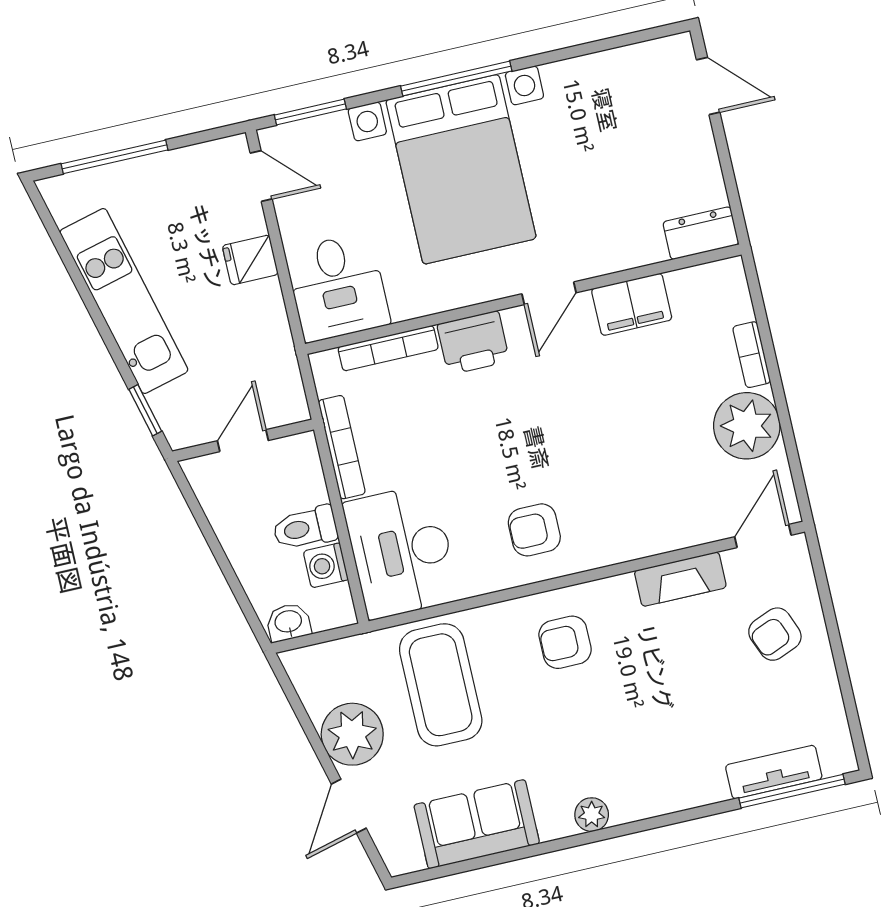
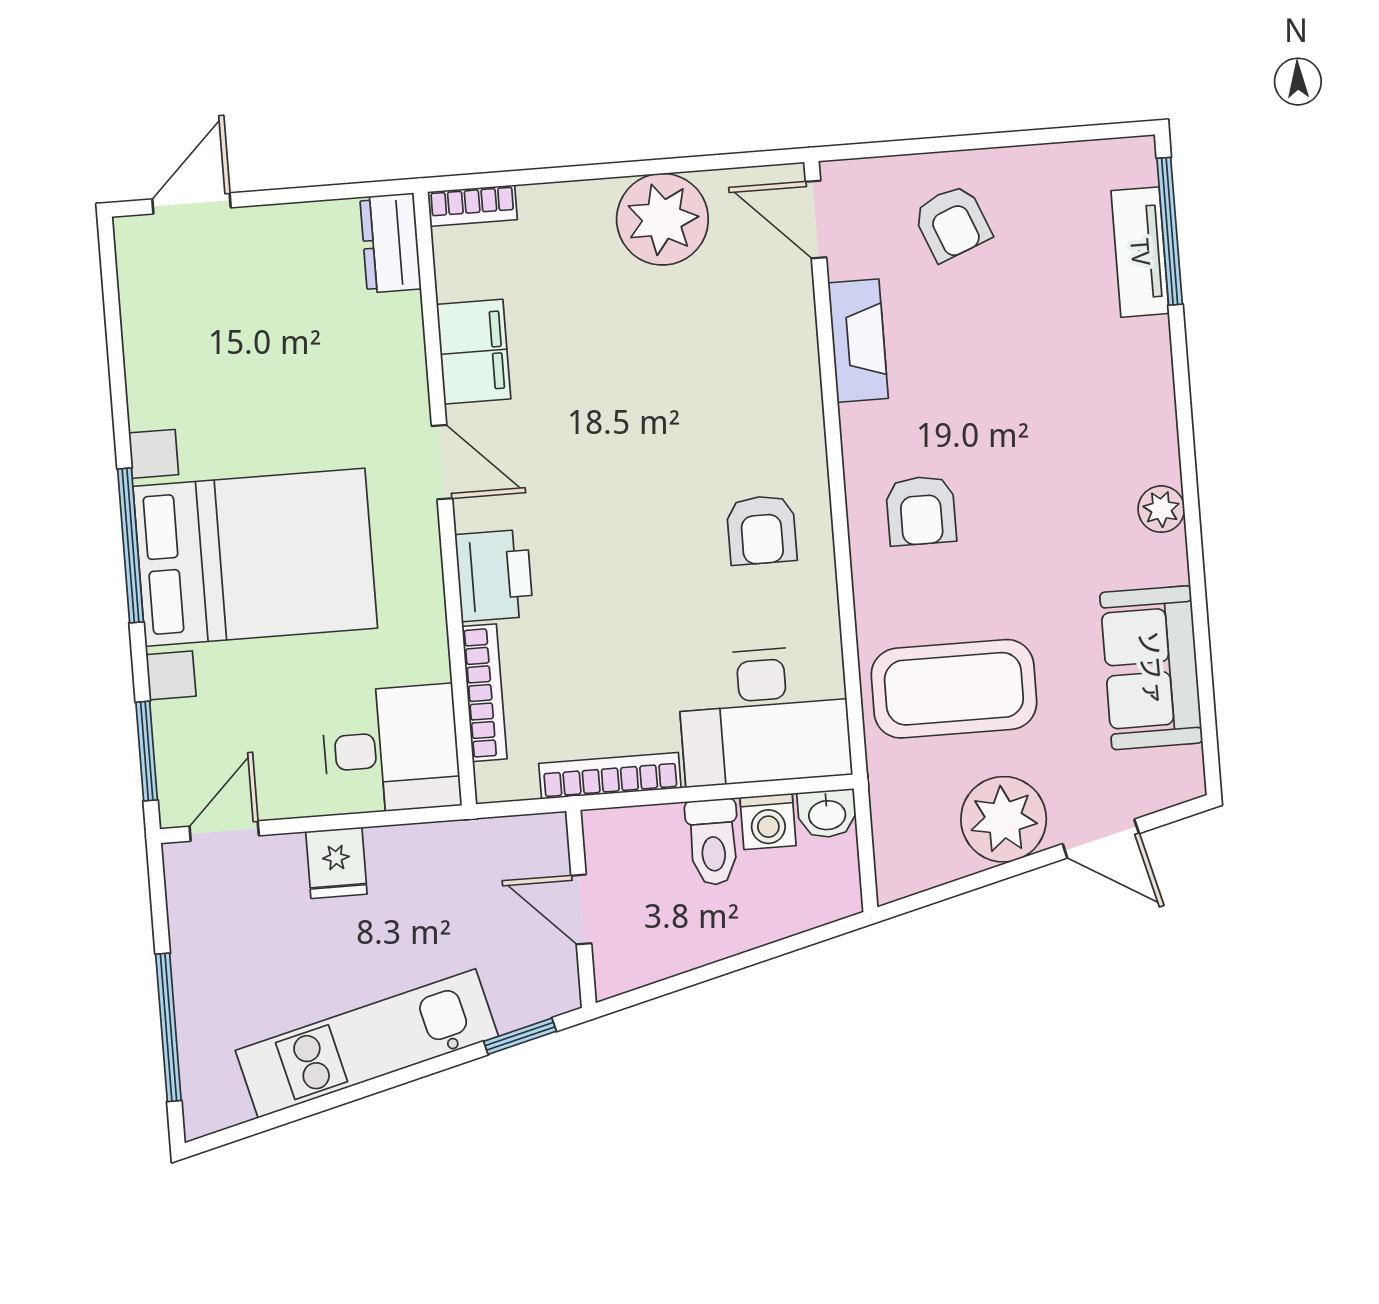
bookcase: (752, 355) -> (472, 206), moved
washbasin: (288, 622) -> (827, 814), moved, turned -90

